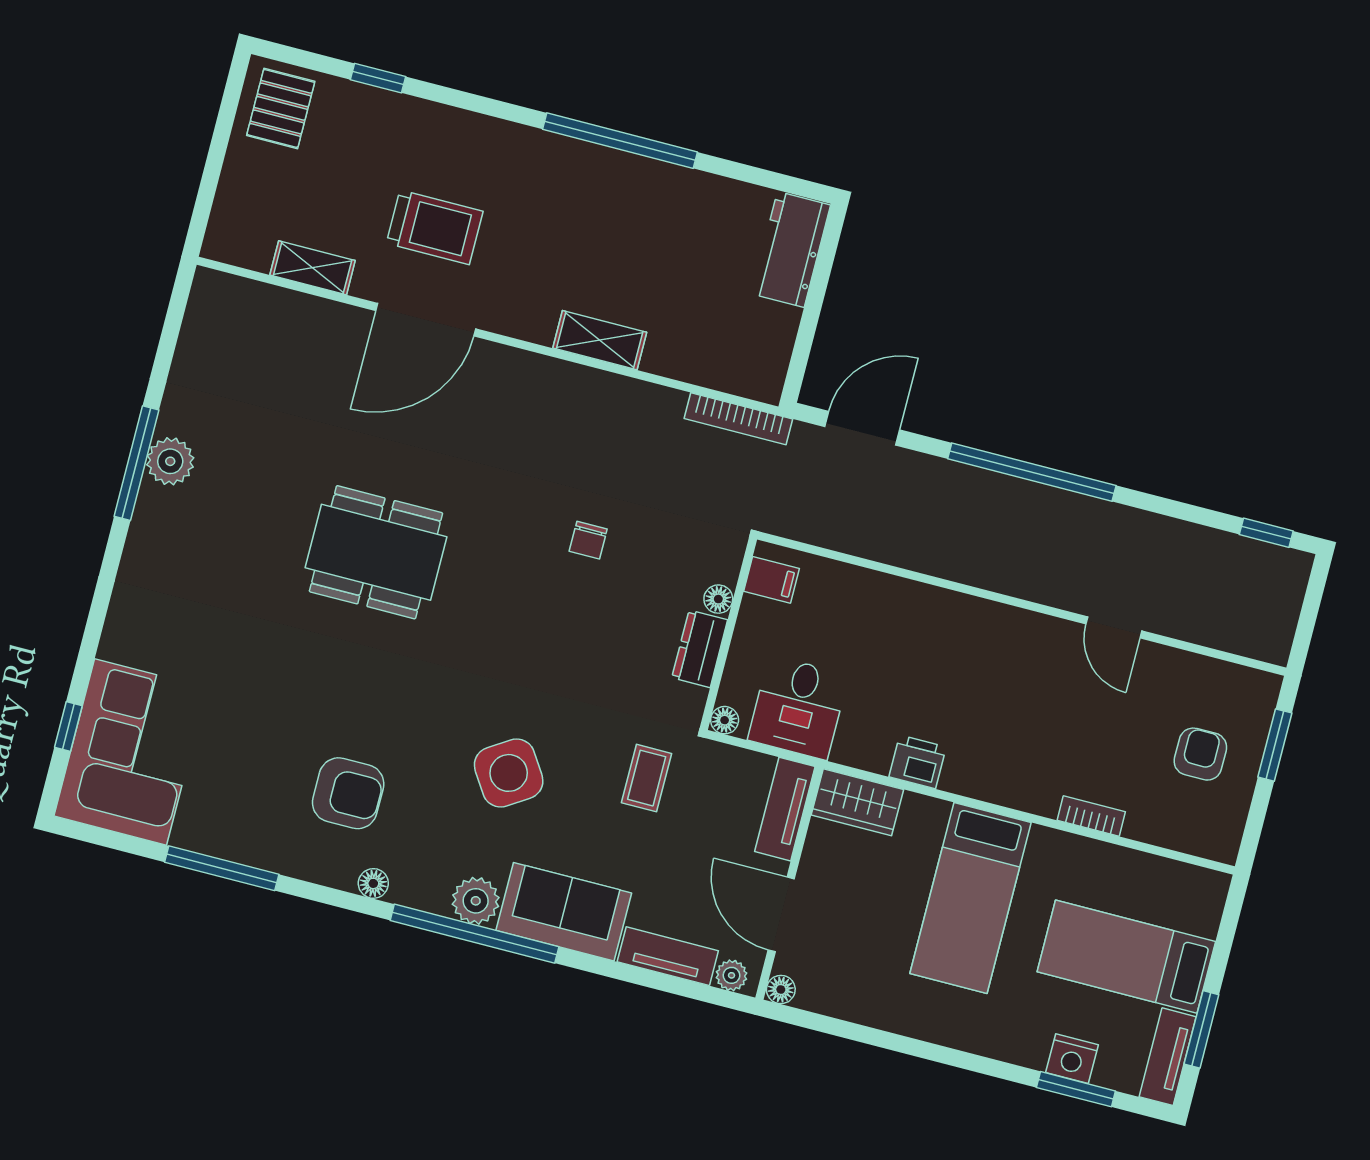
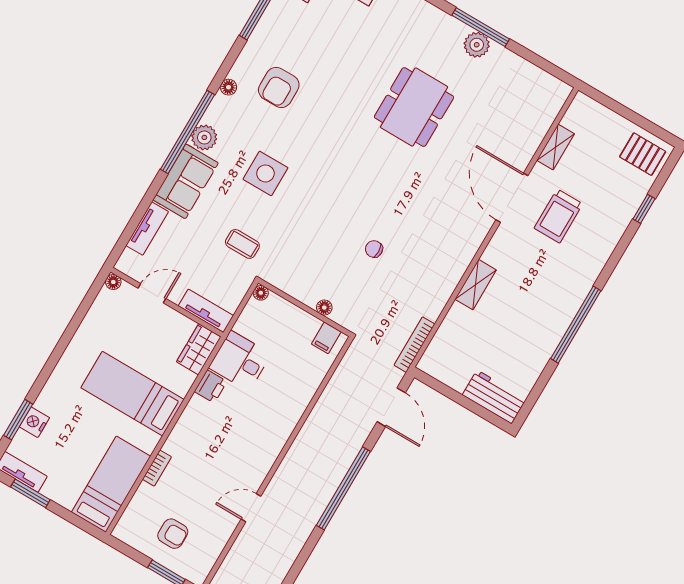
dining table: (376, 552) -> (414, 107), moved
dresser: (700, 649) -> (301, 291), removed
desk: (798, 707) -> (240, 361), moved
side table: (509, 773) -> (265, 173), turned 33
door: (781, 914) -> (152, 293), width x0.73
bed: (1126, 957) -> (111, 484), moved
plant: (731, 975) -> (128, 259), removed

